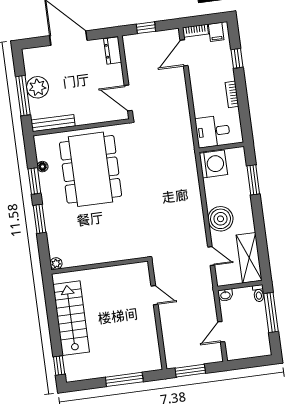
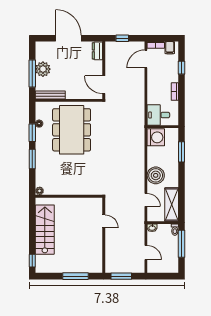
door: (221, 332) -> (146, 252), swing flipped

